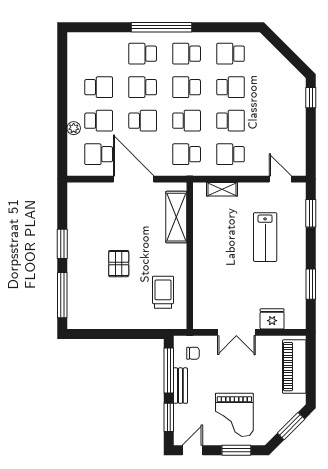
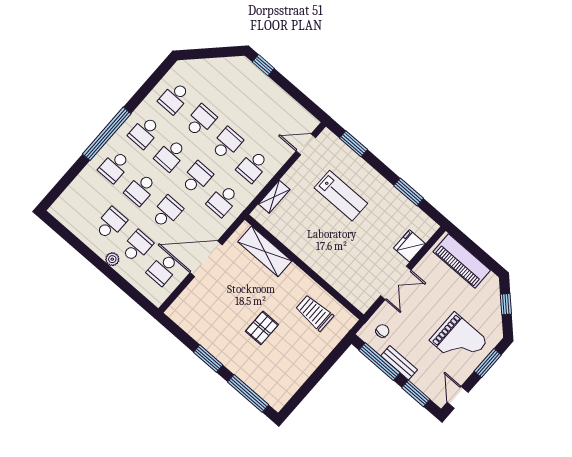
plant: (74, 128) -> (112, 259), moved
pallet: (119, 264) -> (262, 328), turned 90
window: (291, 426) -> (506, 304), width x0.67

